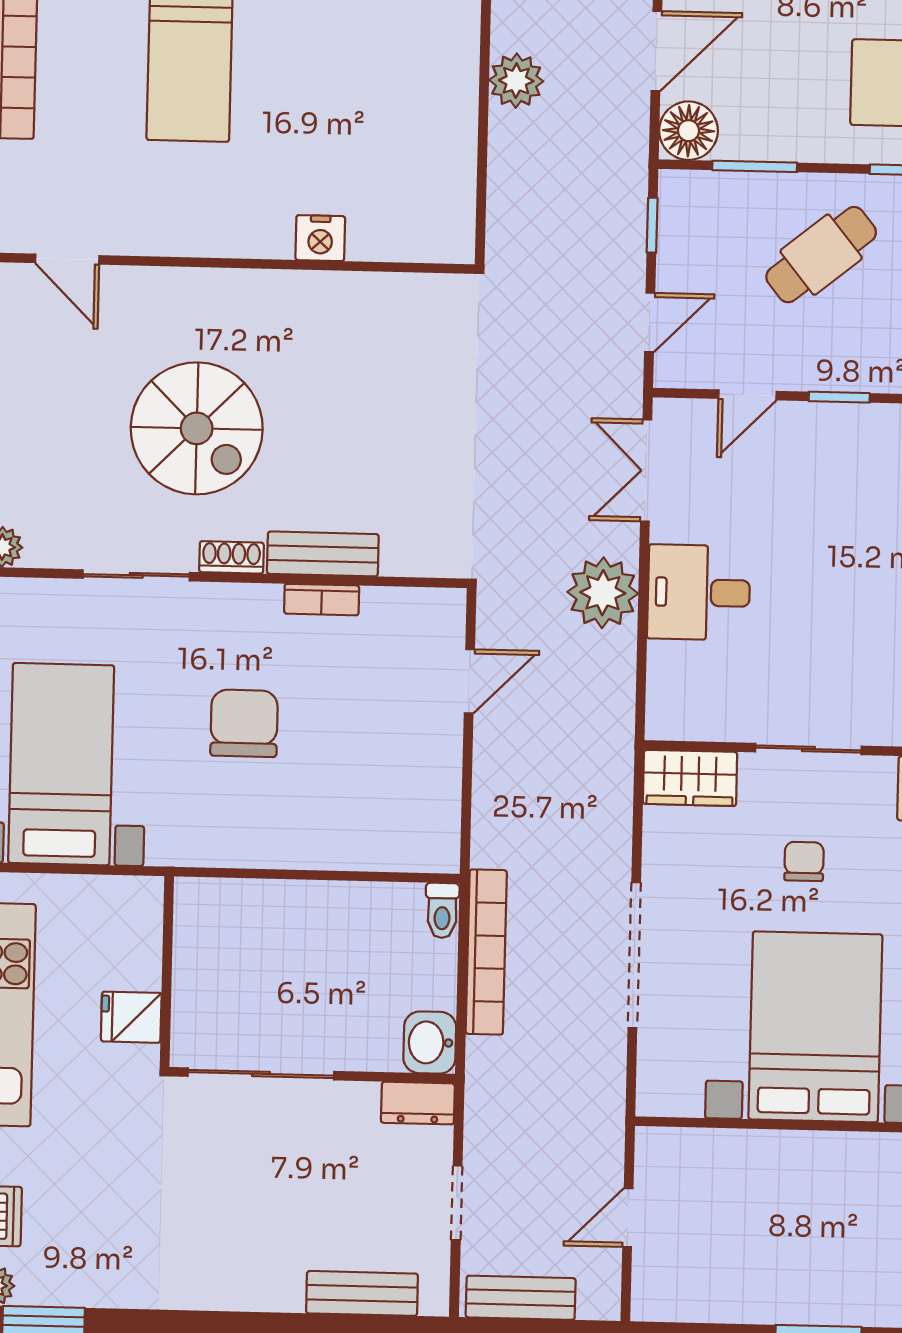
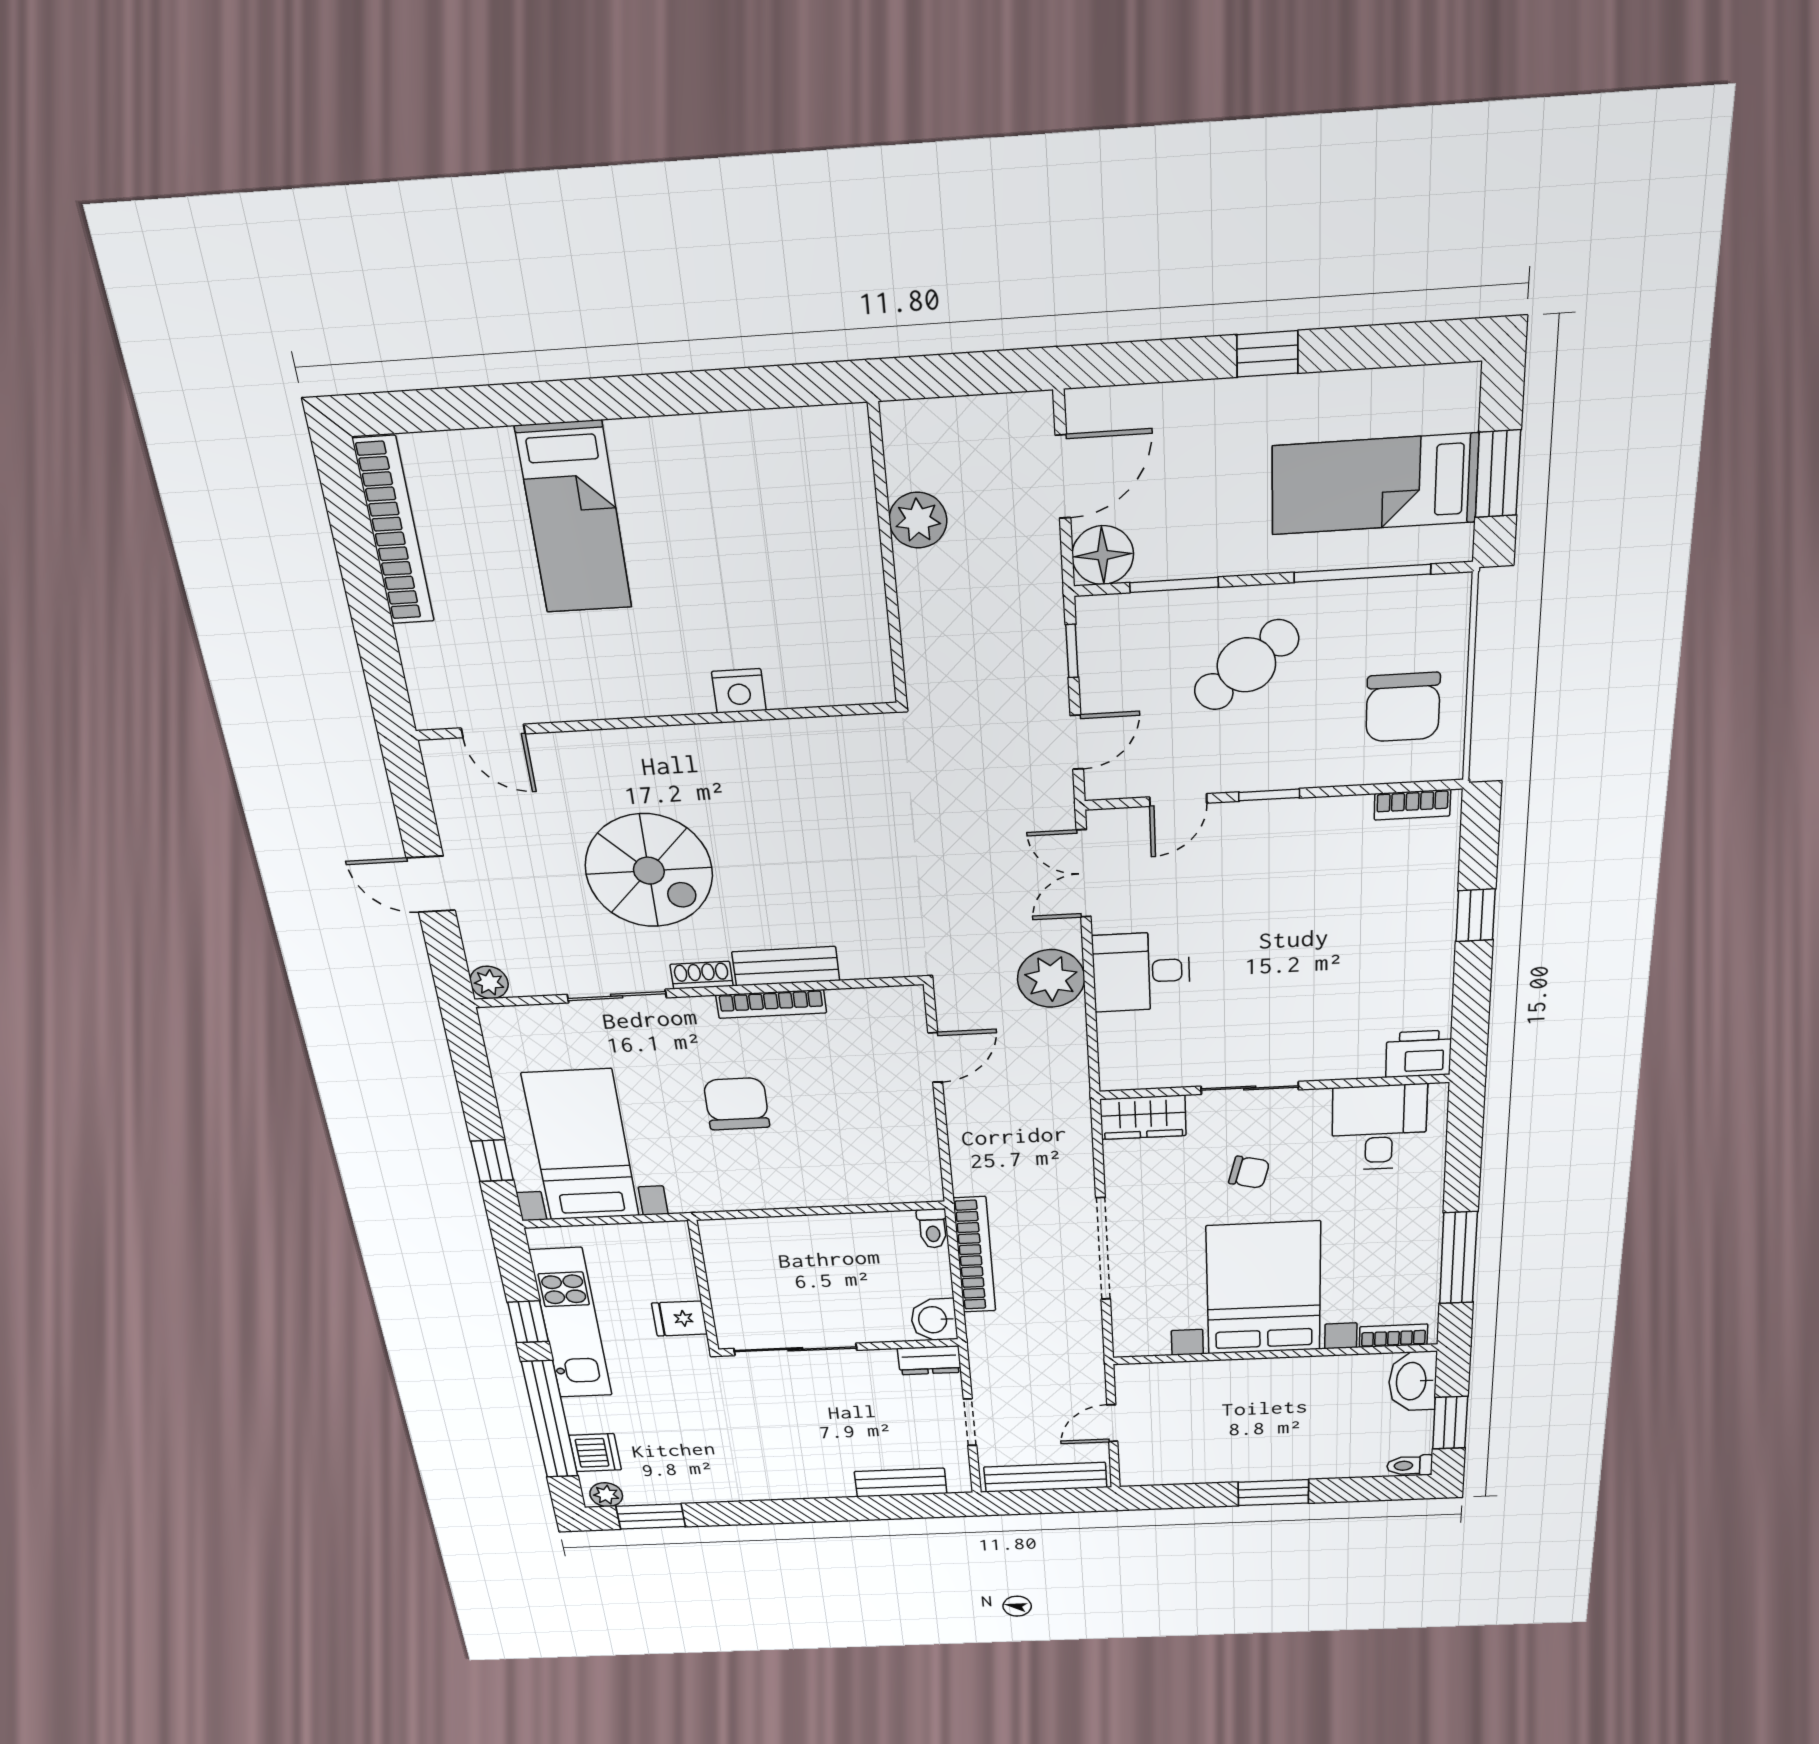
bookcase: (322, 600) -> (771, 1004), width x1.56
chair: (804, 861) -> (1249, 1172), turned 104
bench: (521, 1298) -> (1045, 1477), width x1.36

